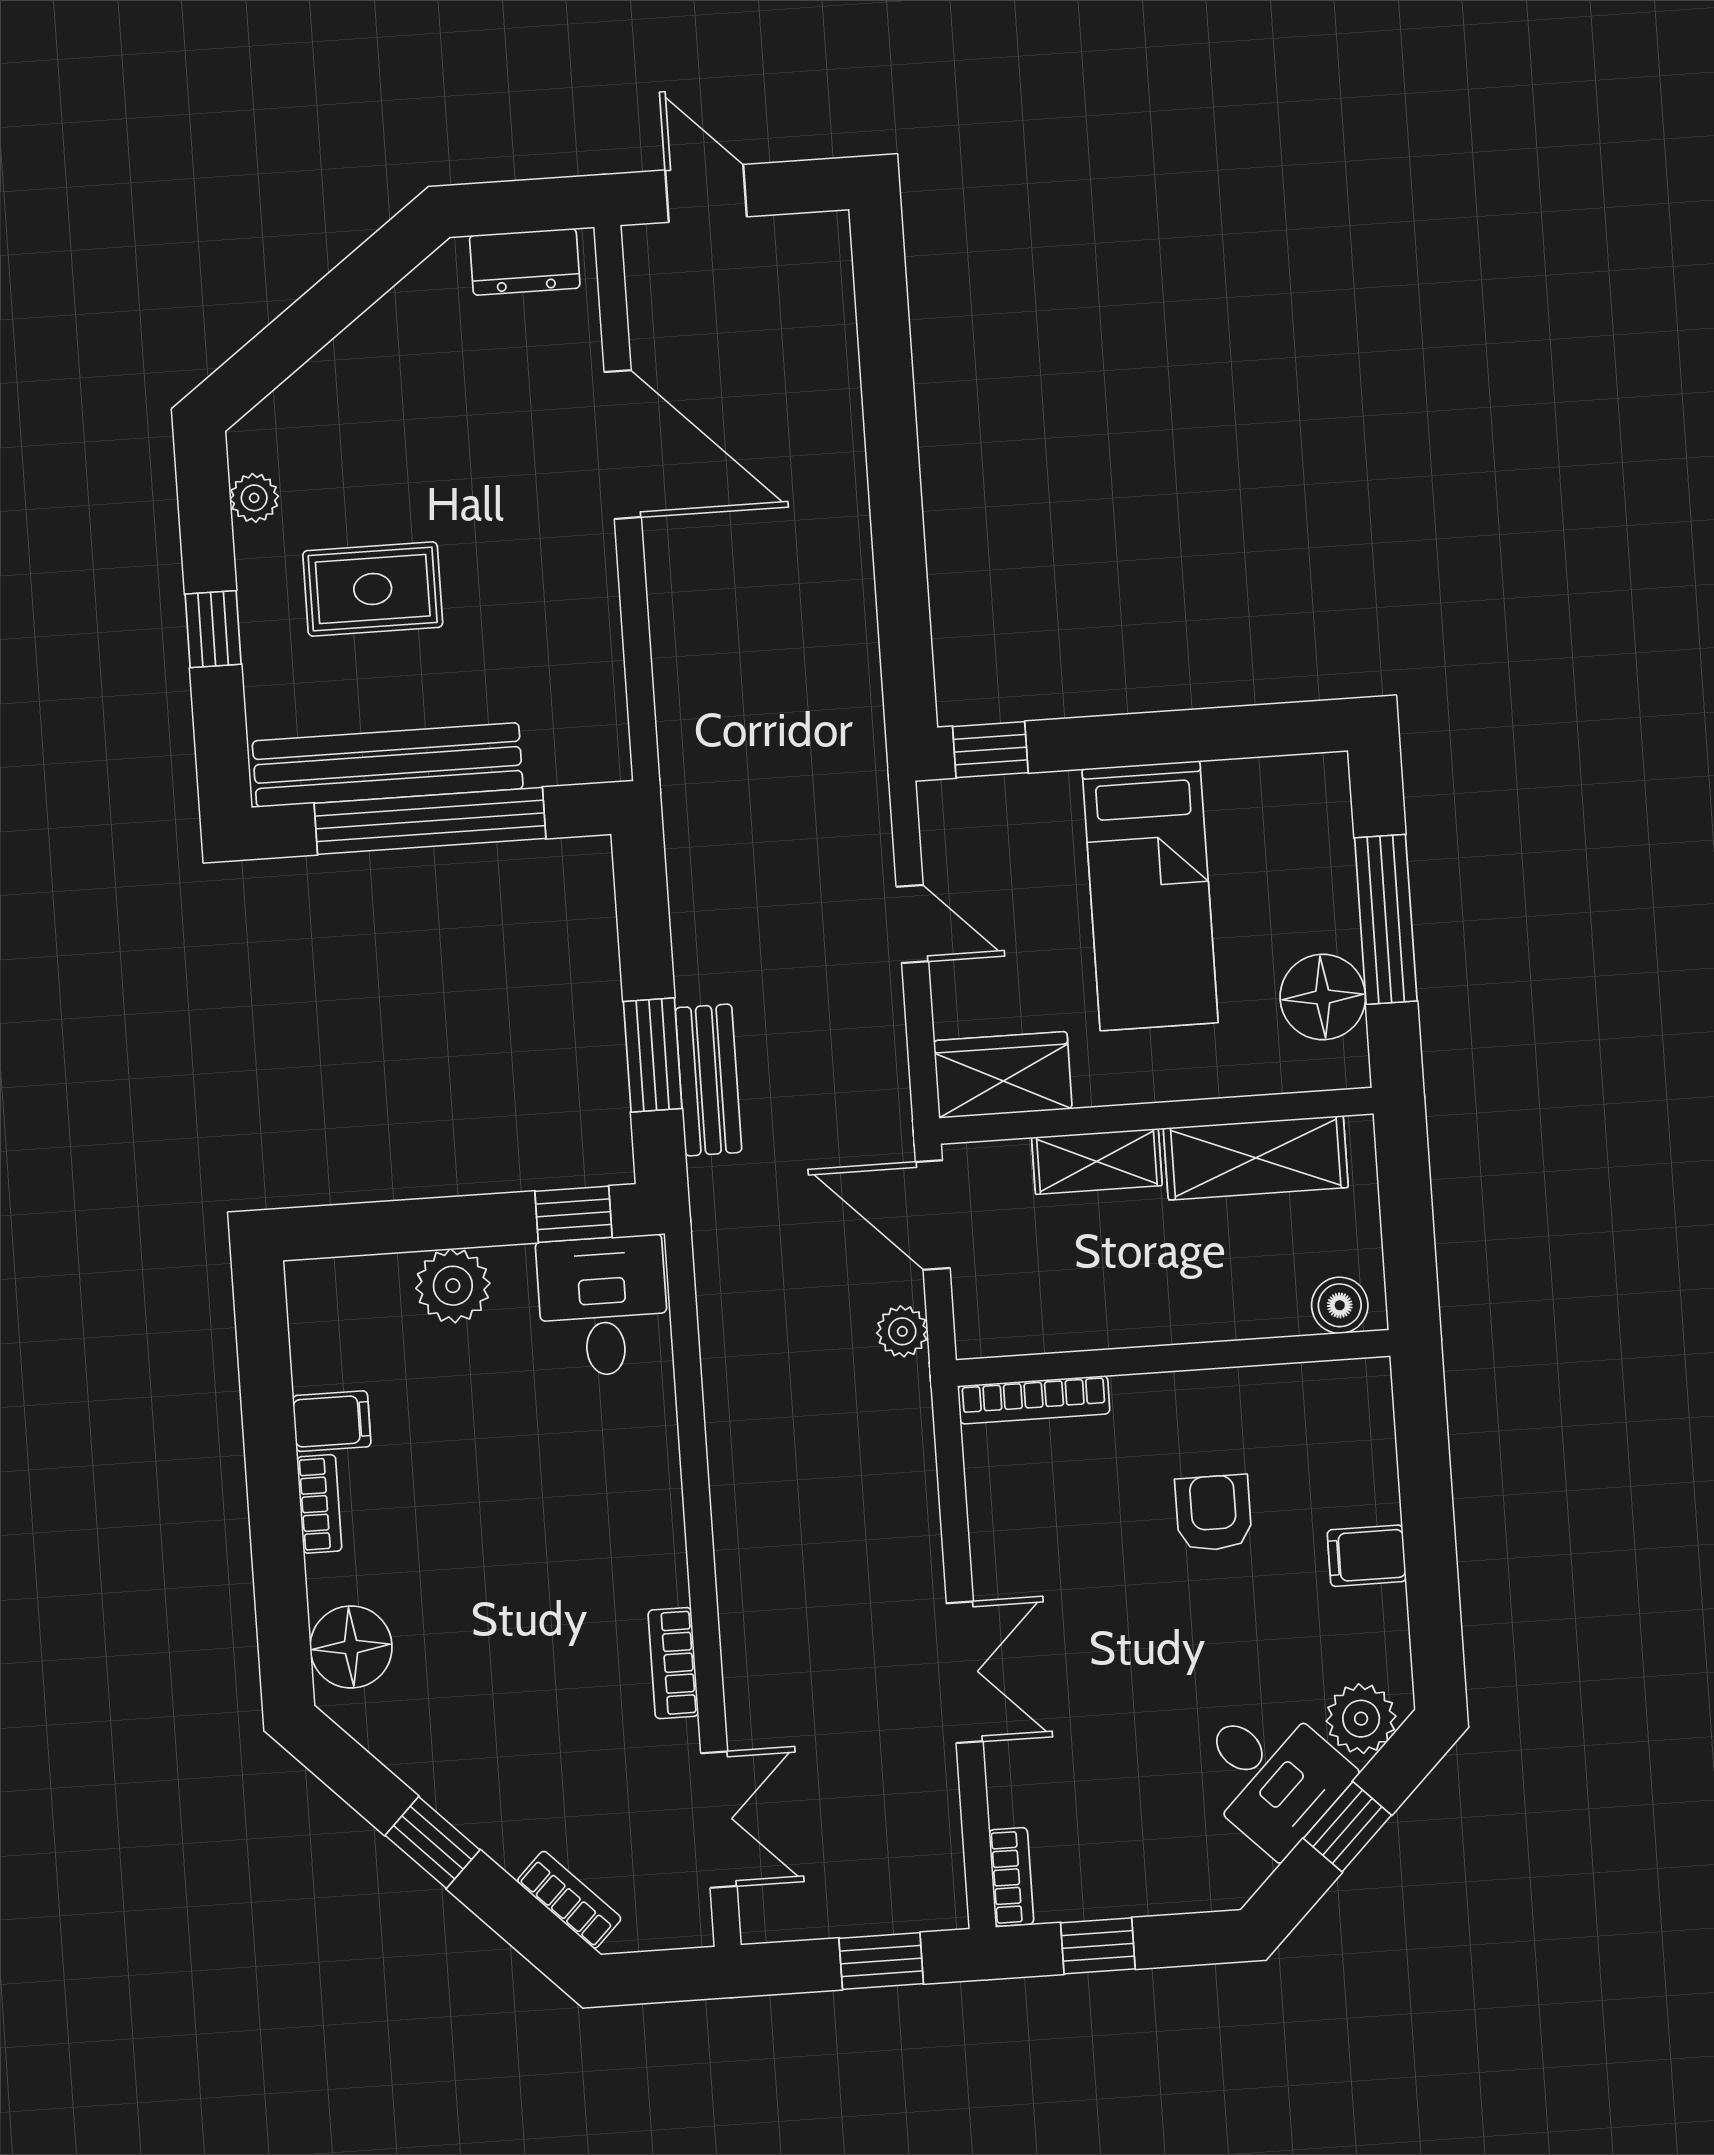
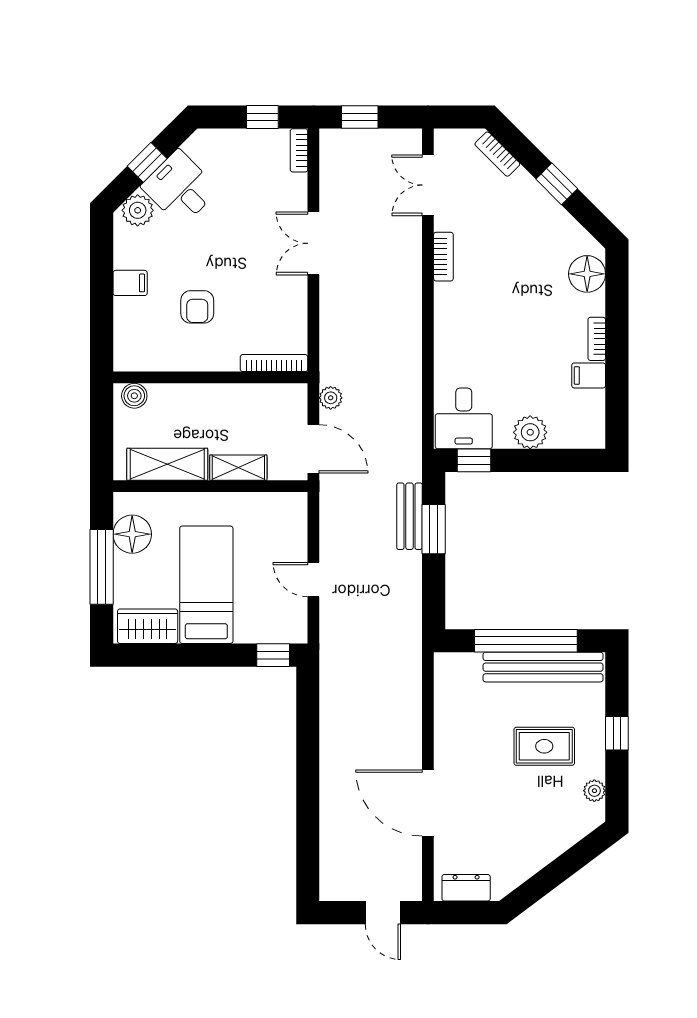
wardrobe: (1003, 1075) -> (148, 626), moved, turned 180

